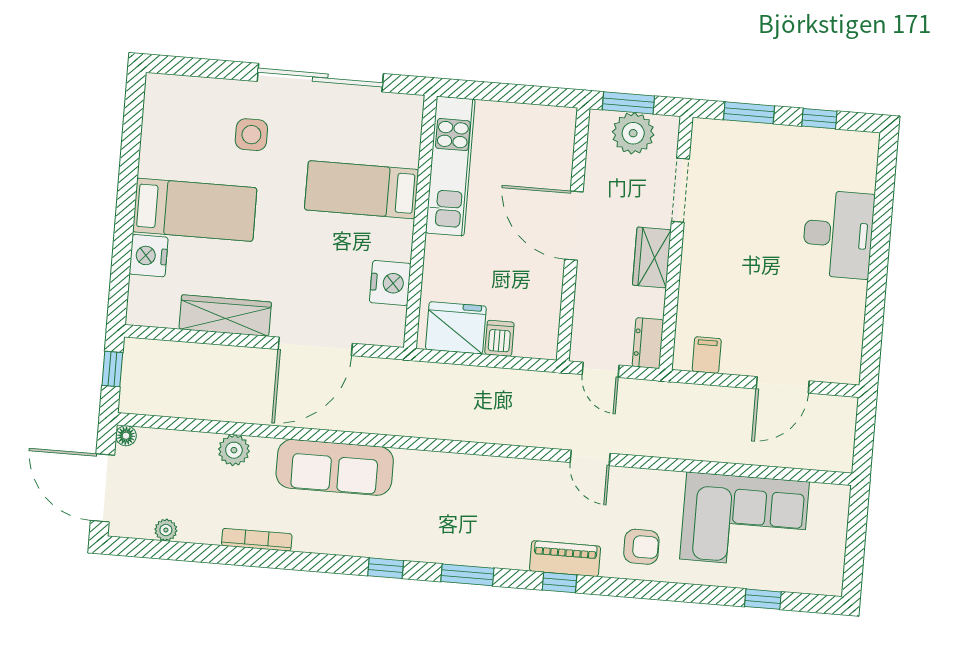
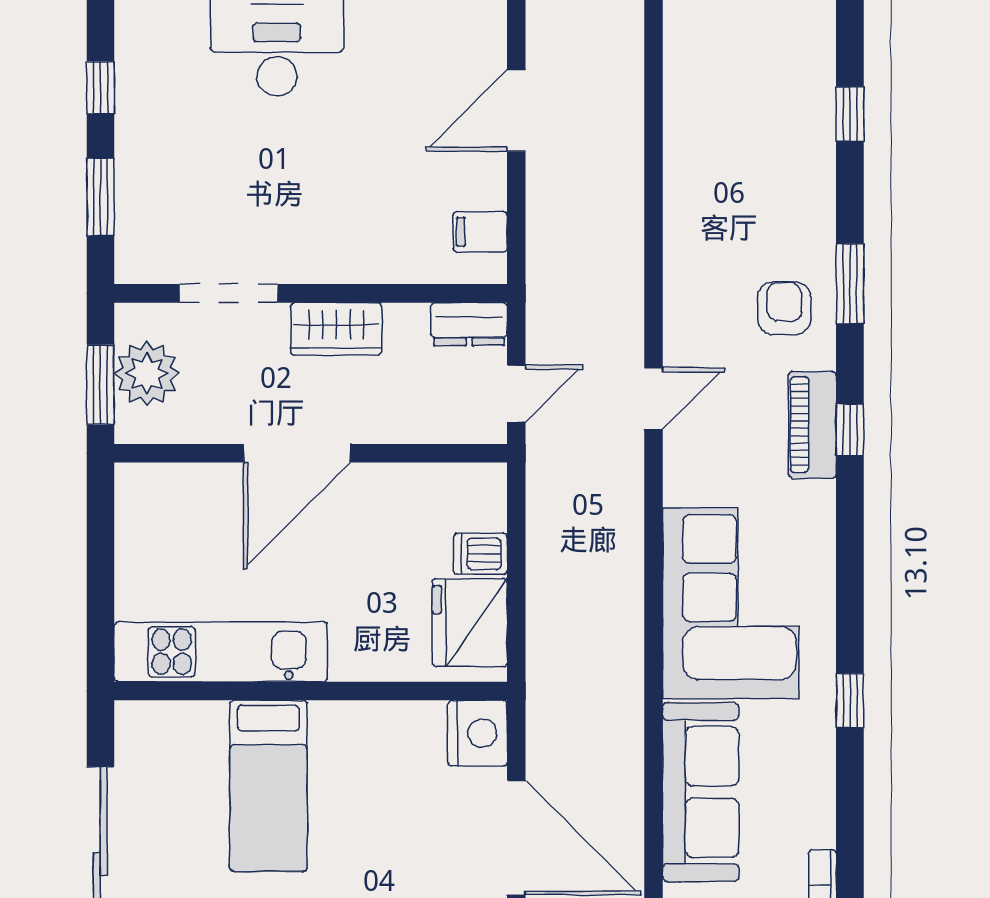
nightstand: (390, 283) -> (478, 733), moved, turned 90
door: (783, 385) -> (516, 110), swing flipped
corner sofa: (745, 520) -> (731, 603), moved
window: (467, 575) -> (850, 284), moved

